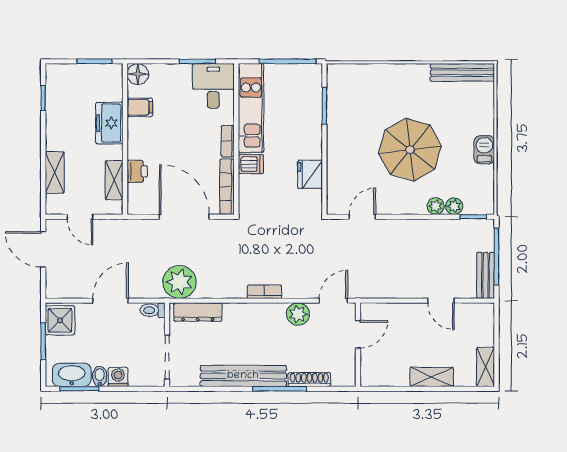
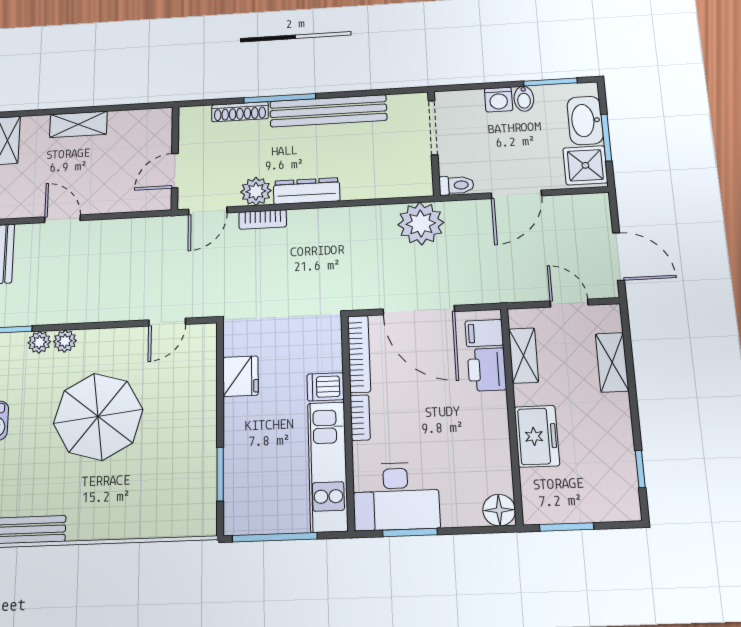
desk: (213, 86) -> (396, 496), width x1.37
filing cabinet: (140, 107) -> (484, 333), moved
printer: (137, 171) -> (487, 369), width x1.36, depth x1.24
bookcase: (264, 292) -> (263, 219), moved
dresser: (198, 312) -> (307, 191), moved
washbasin: (72, 375) -> (585, 120), moved, turned 90

